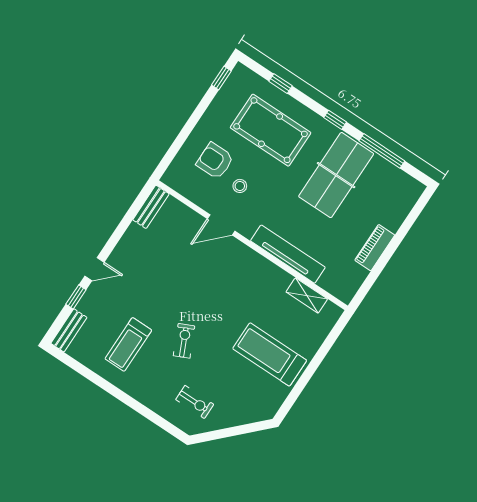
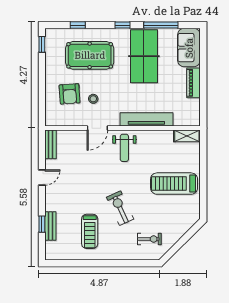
armchair: (215, 161) -> (70, 94), turned -94
sofa: (398, 201) -> (189, 48), added
door: (94, 269) -> (42, 177), moved
weight bench: (238, 271) -> (124, 148), added
shelving: (307, 295) -> (187, 136), moved
bench: (69, 330) -> (50, 226), moved
exercise bike: (184, 341) -> (120, 208), width x1.38, depth x1.39

